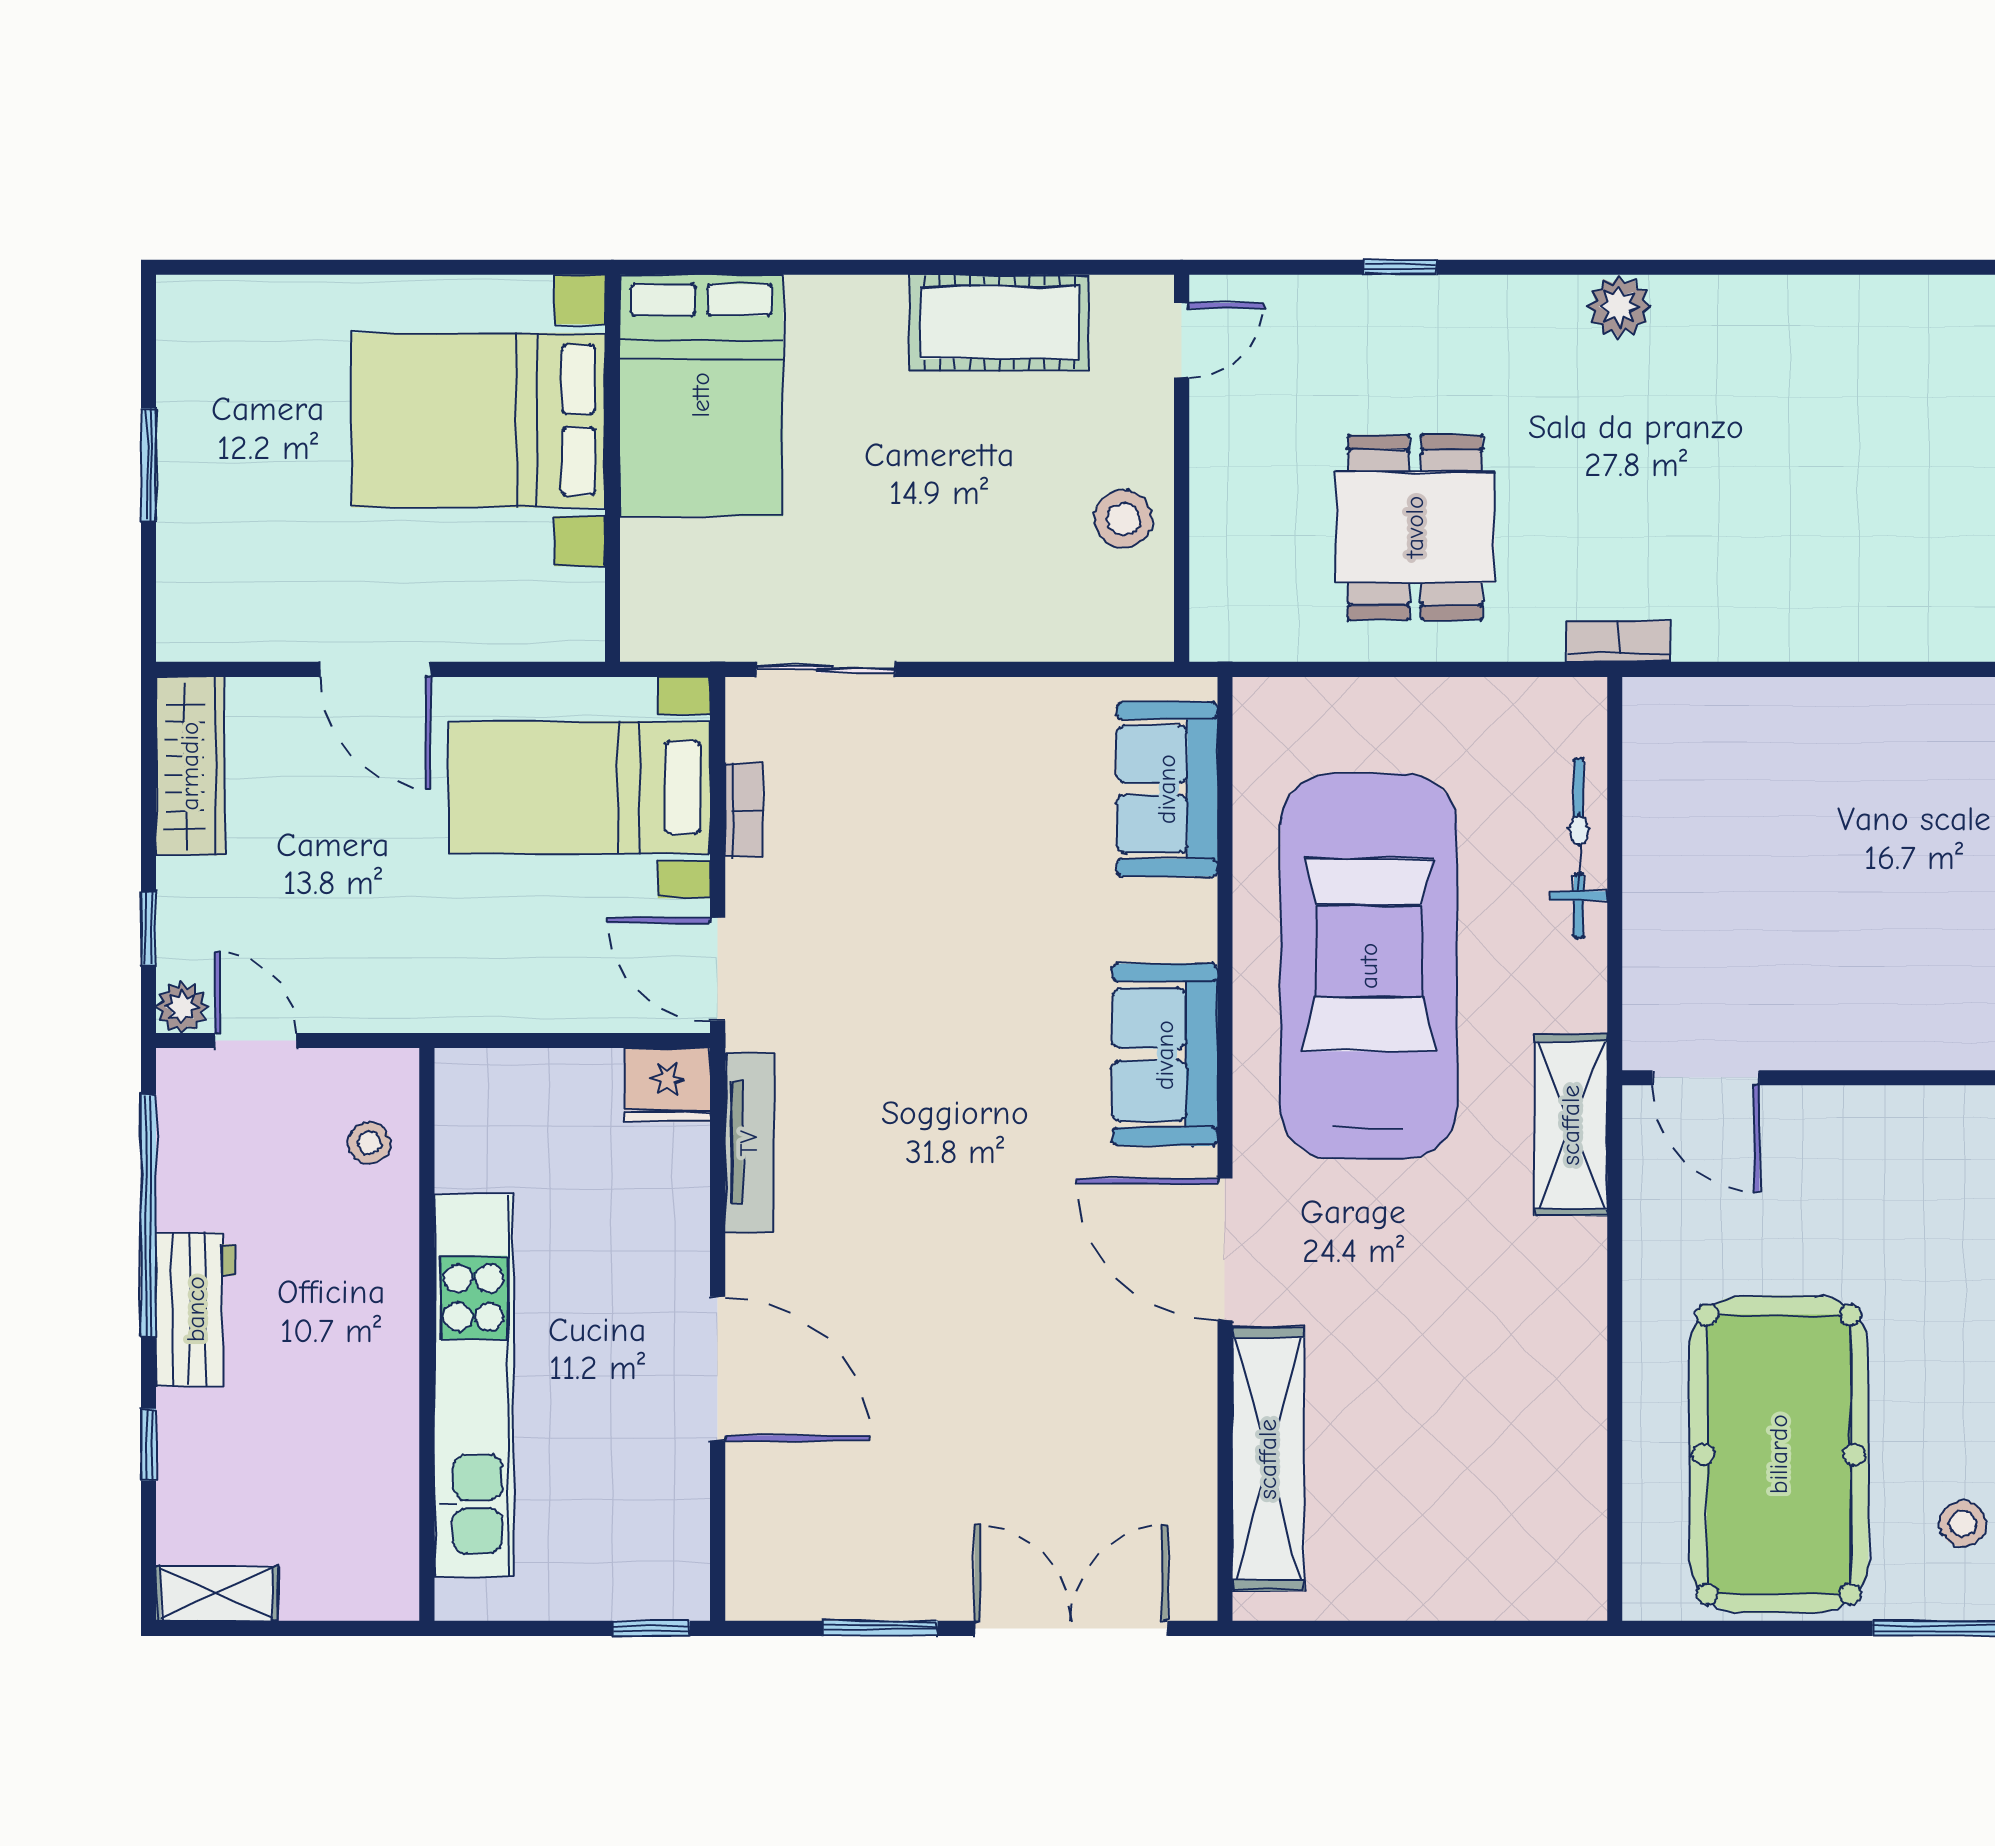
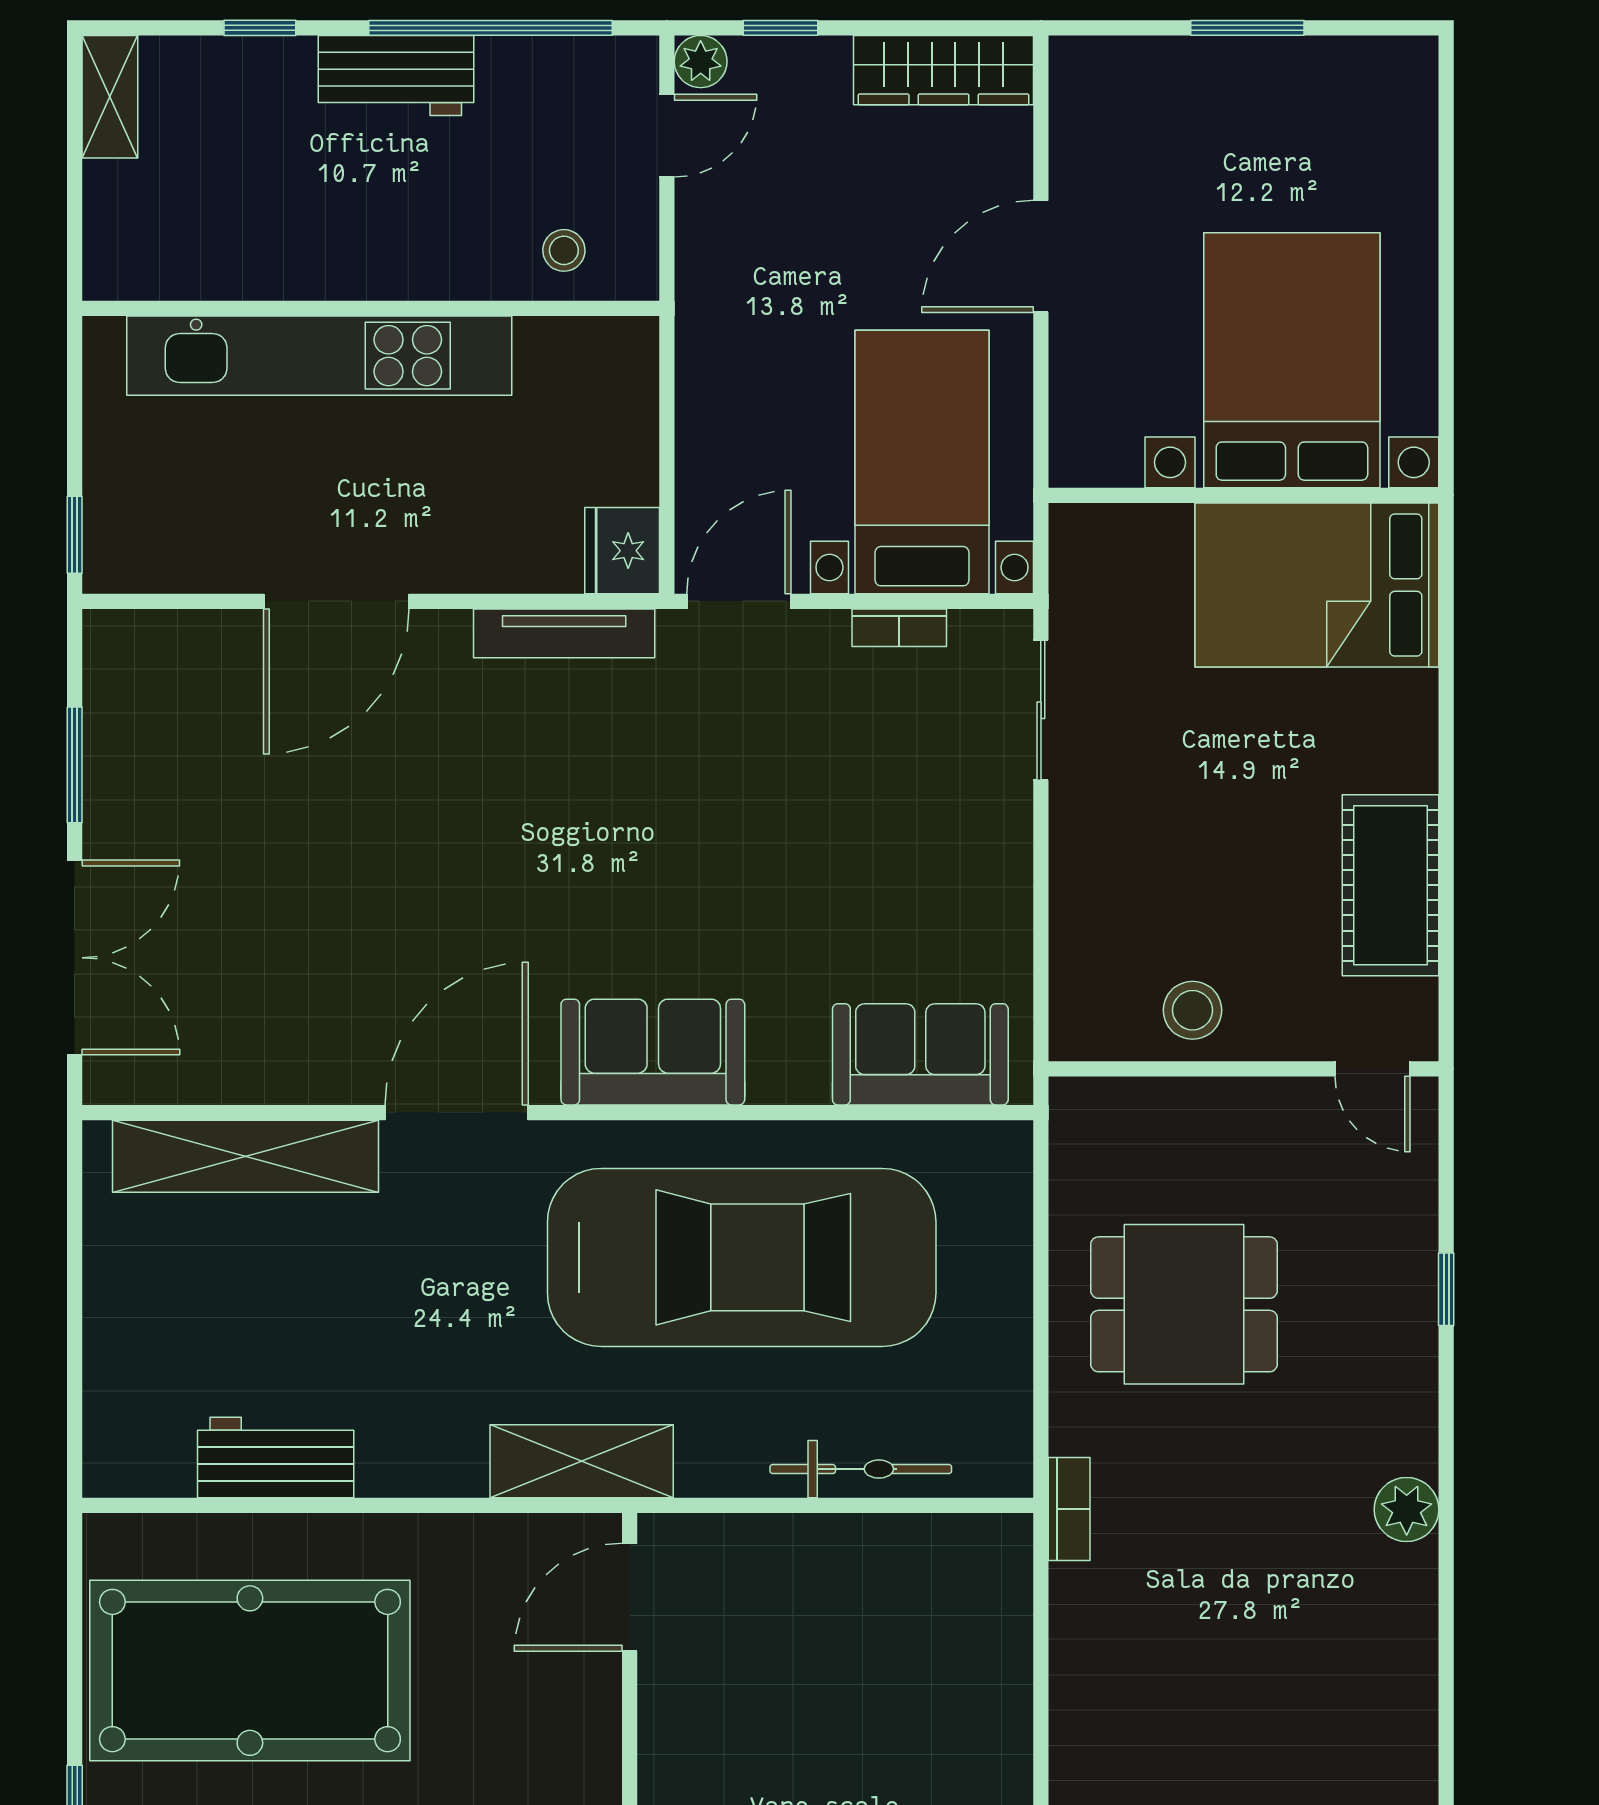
workbench: (1567, 1429) -> (276, 1457), added

